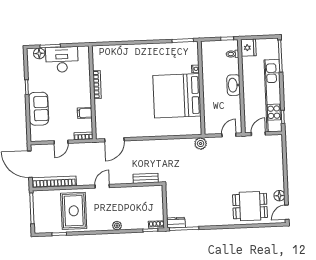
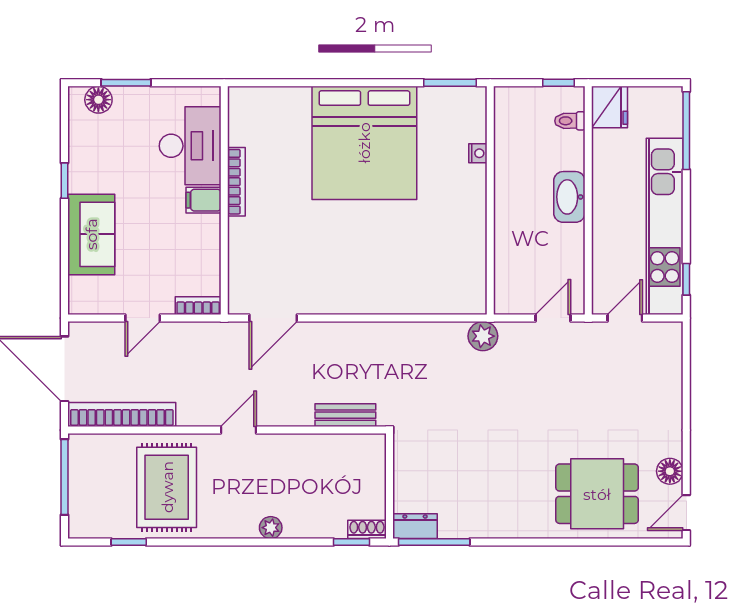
desk: (62, 59) -> (190, 146), moved, turned 90
bed: (177, 96) -> (364, 143), moved, turned -90
filing cabinet: (85, 113) -> (203, 200), moved

